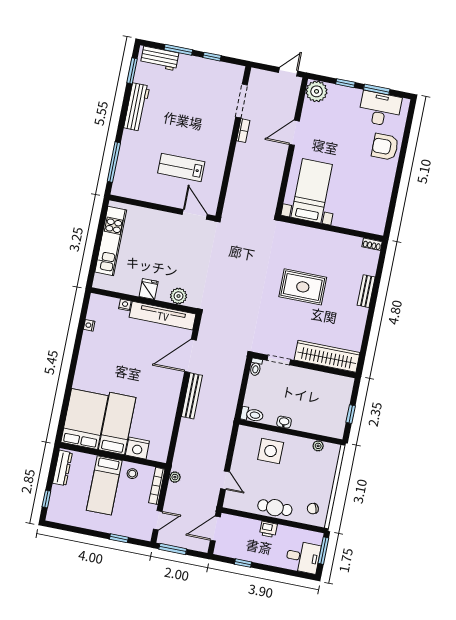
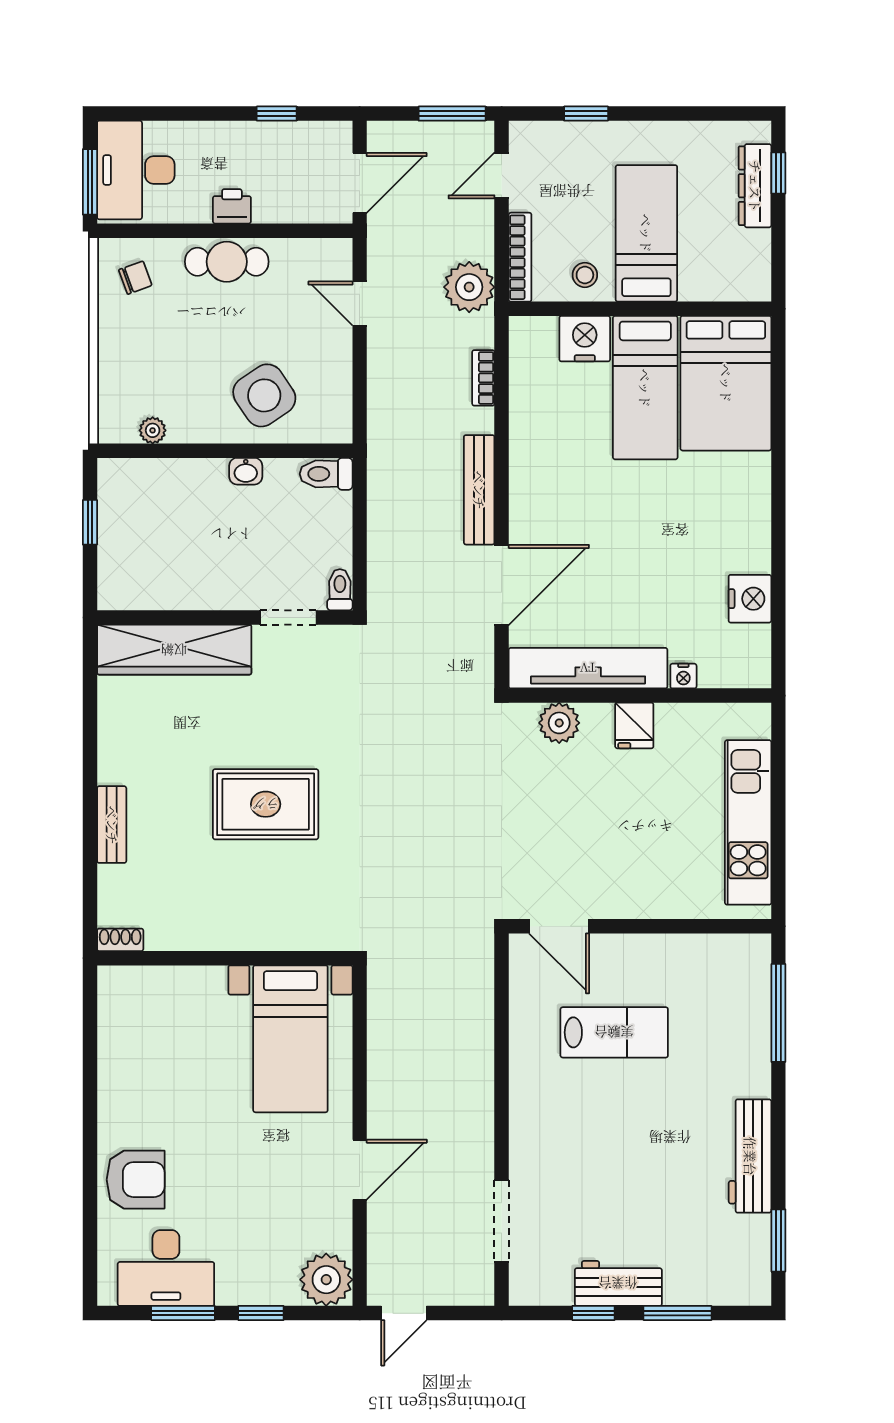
workbench: (160, 58) -> (618, 1283), moved
bookcase: (243, 131) -> (483, 378), moved
nightstand: (89, 325) -> (750, 599), width x1.89, depth x1.79
side table: (271, 451) -> (264, 395), turned -34
dresser: (62, 468) -> (755, 186), moved
plant: (175, 477) -> (469, 287), width x1.88, depth x1.88
desk: (303, 557) -> (136, 170), width x1.37

